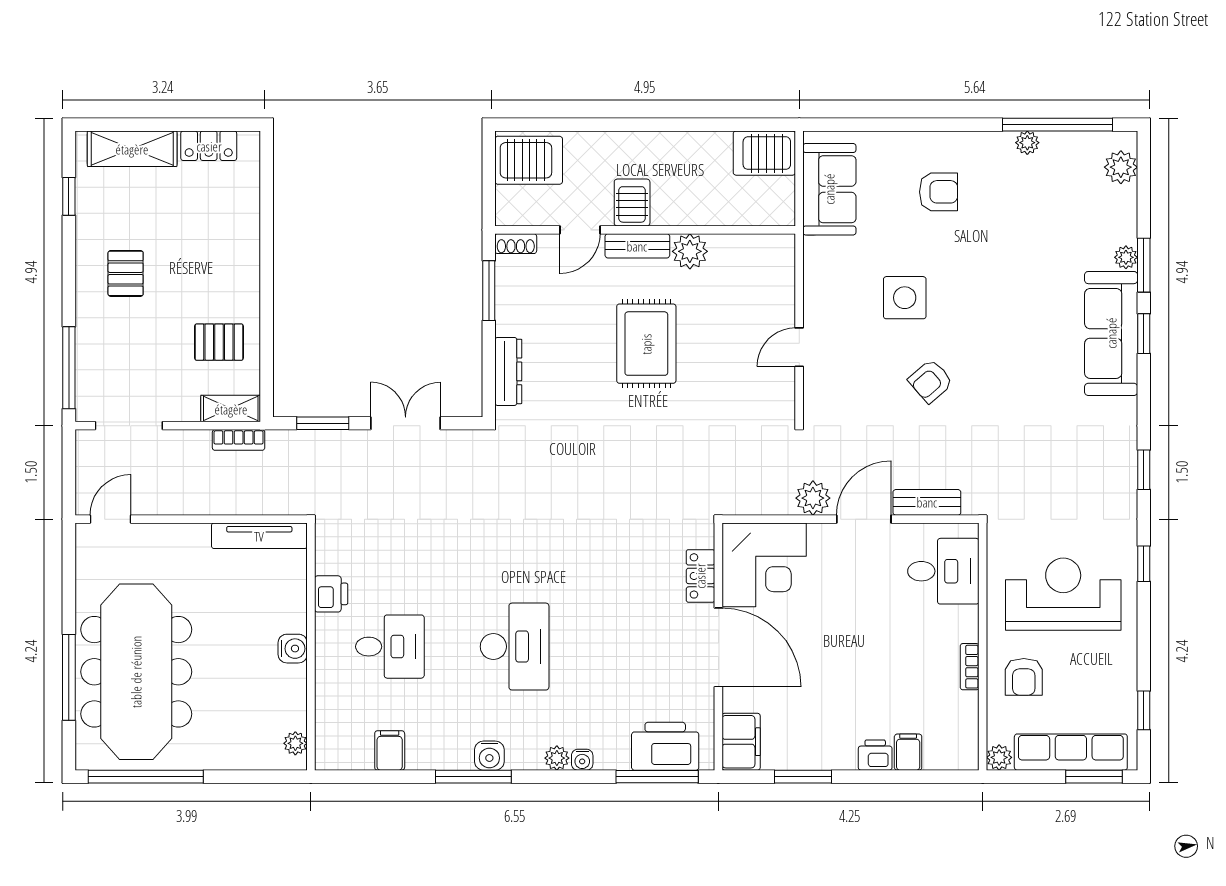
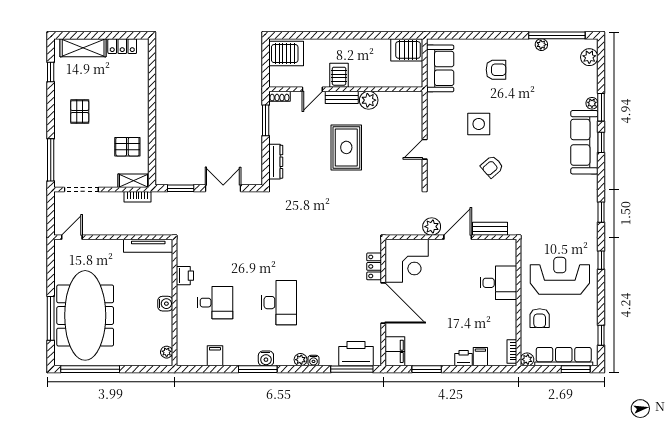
desk: (943, 571) -> (498, 283), moved
bookcase: (970, 667) -> (512, 351), moved

